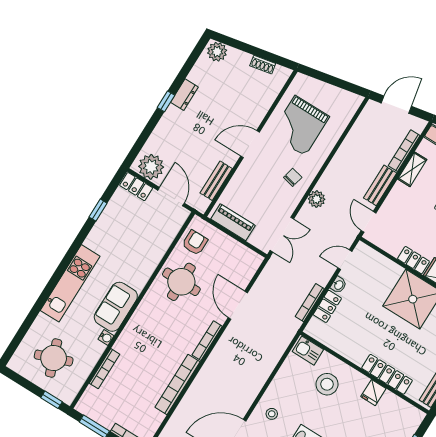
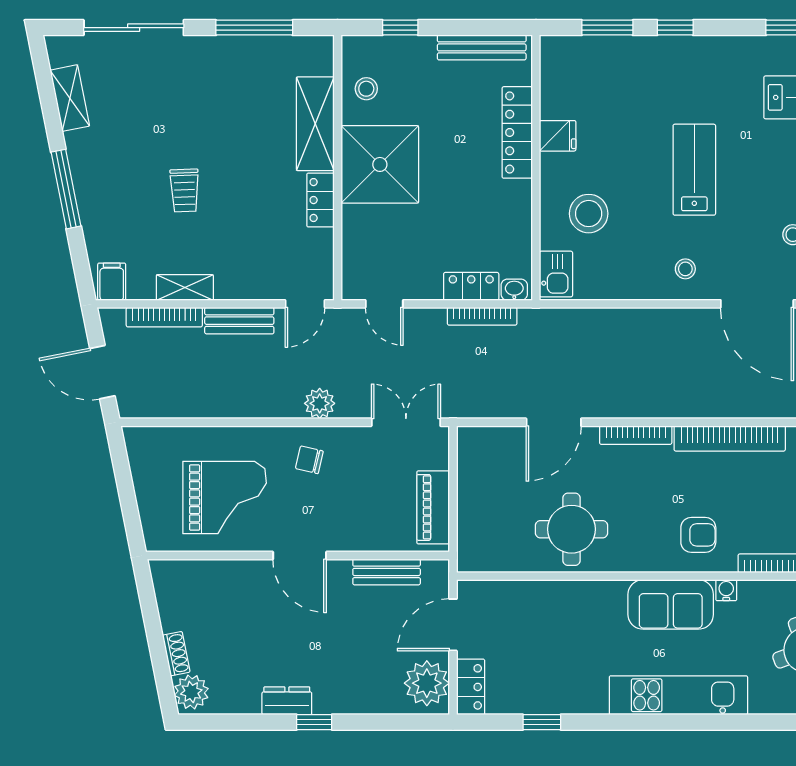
shoe rack: (263, 65) -> (176, 654), moved
armchair: (195, 243) -> (698, 535), moved, turned 180
washbasin: (339, 285) -> (514, 290), moved

